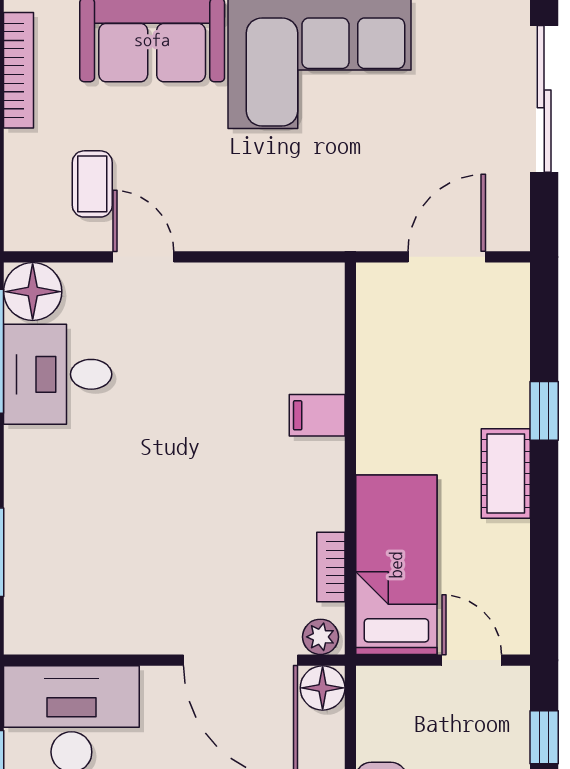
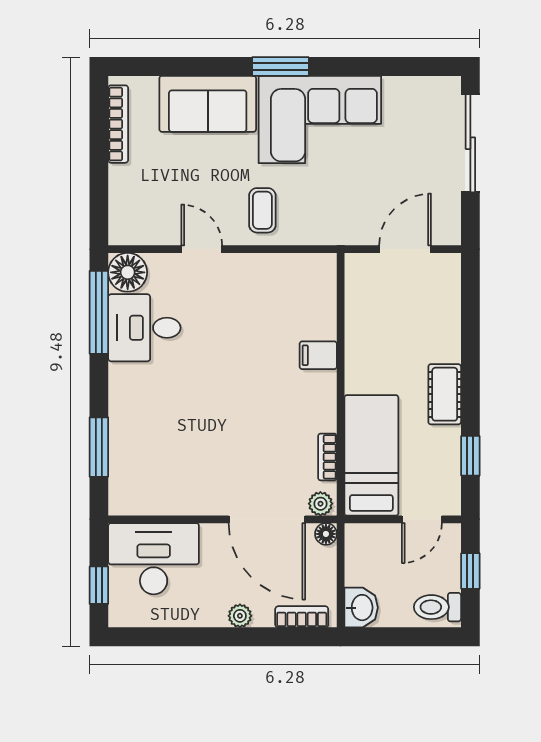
coffee table: (92, 184) -> (262, 210), moved
window: (544, 411) -> (470, 456), moved
door: (472, 660) -> (422, 519), swing flipped
floor lamp: (323, 688) -> (326, 534), width x0.73, depth x0.73

